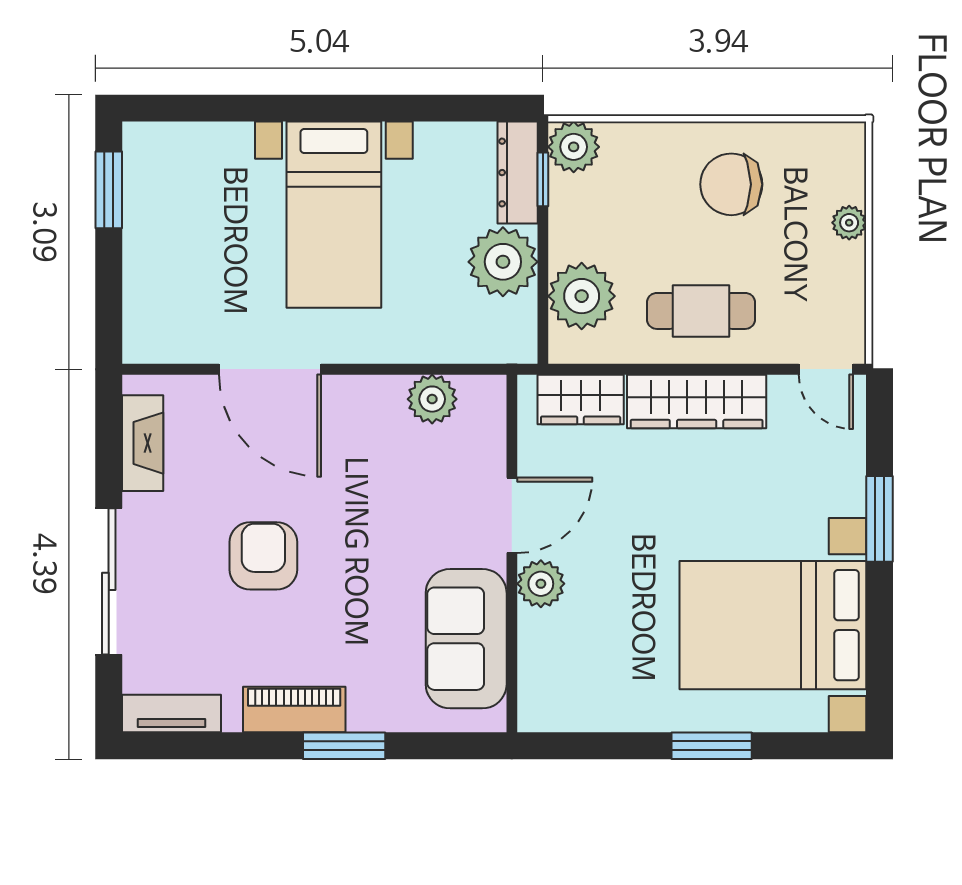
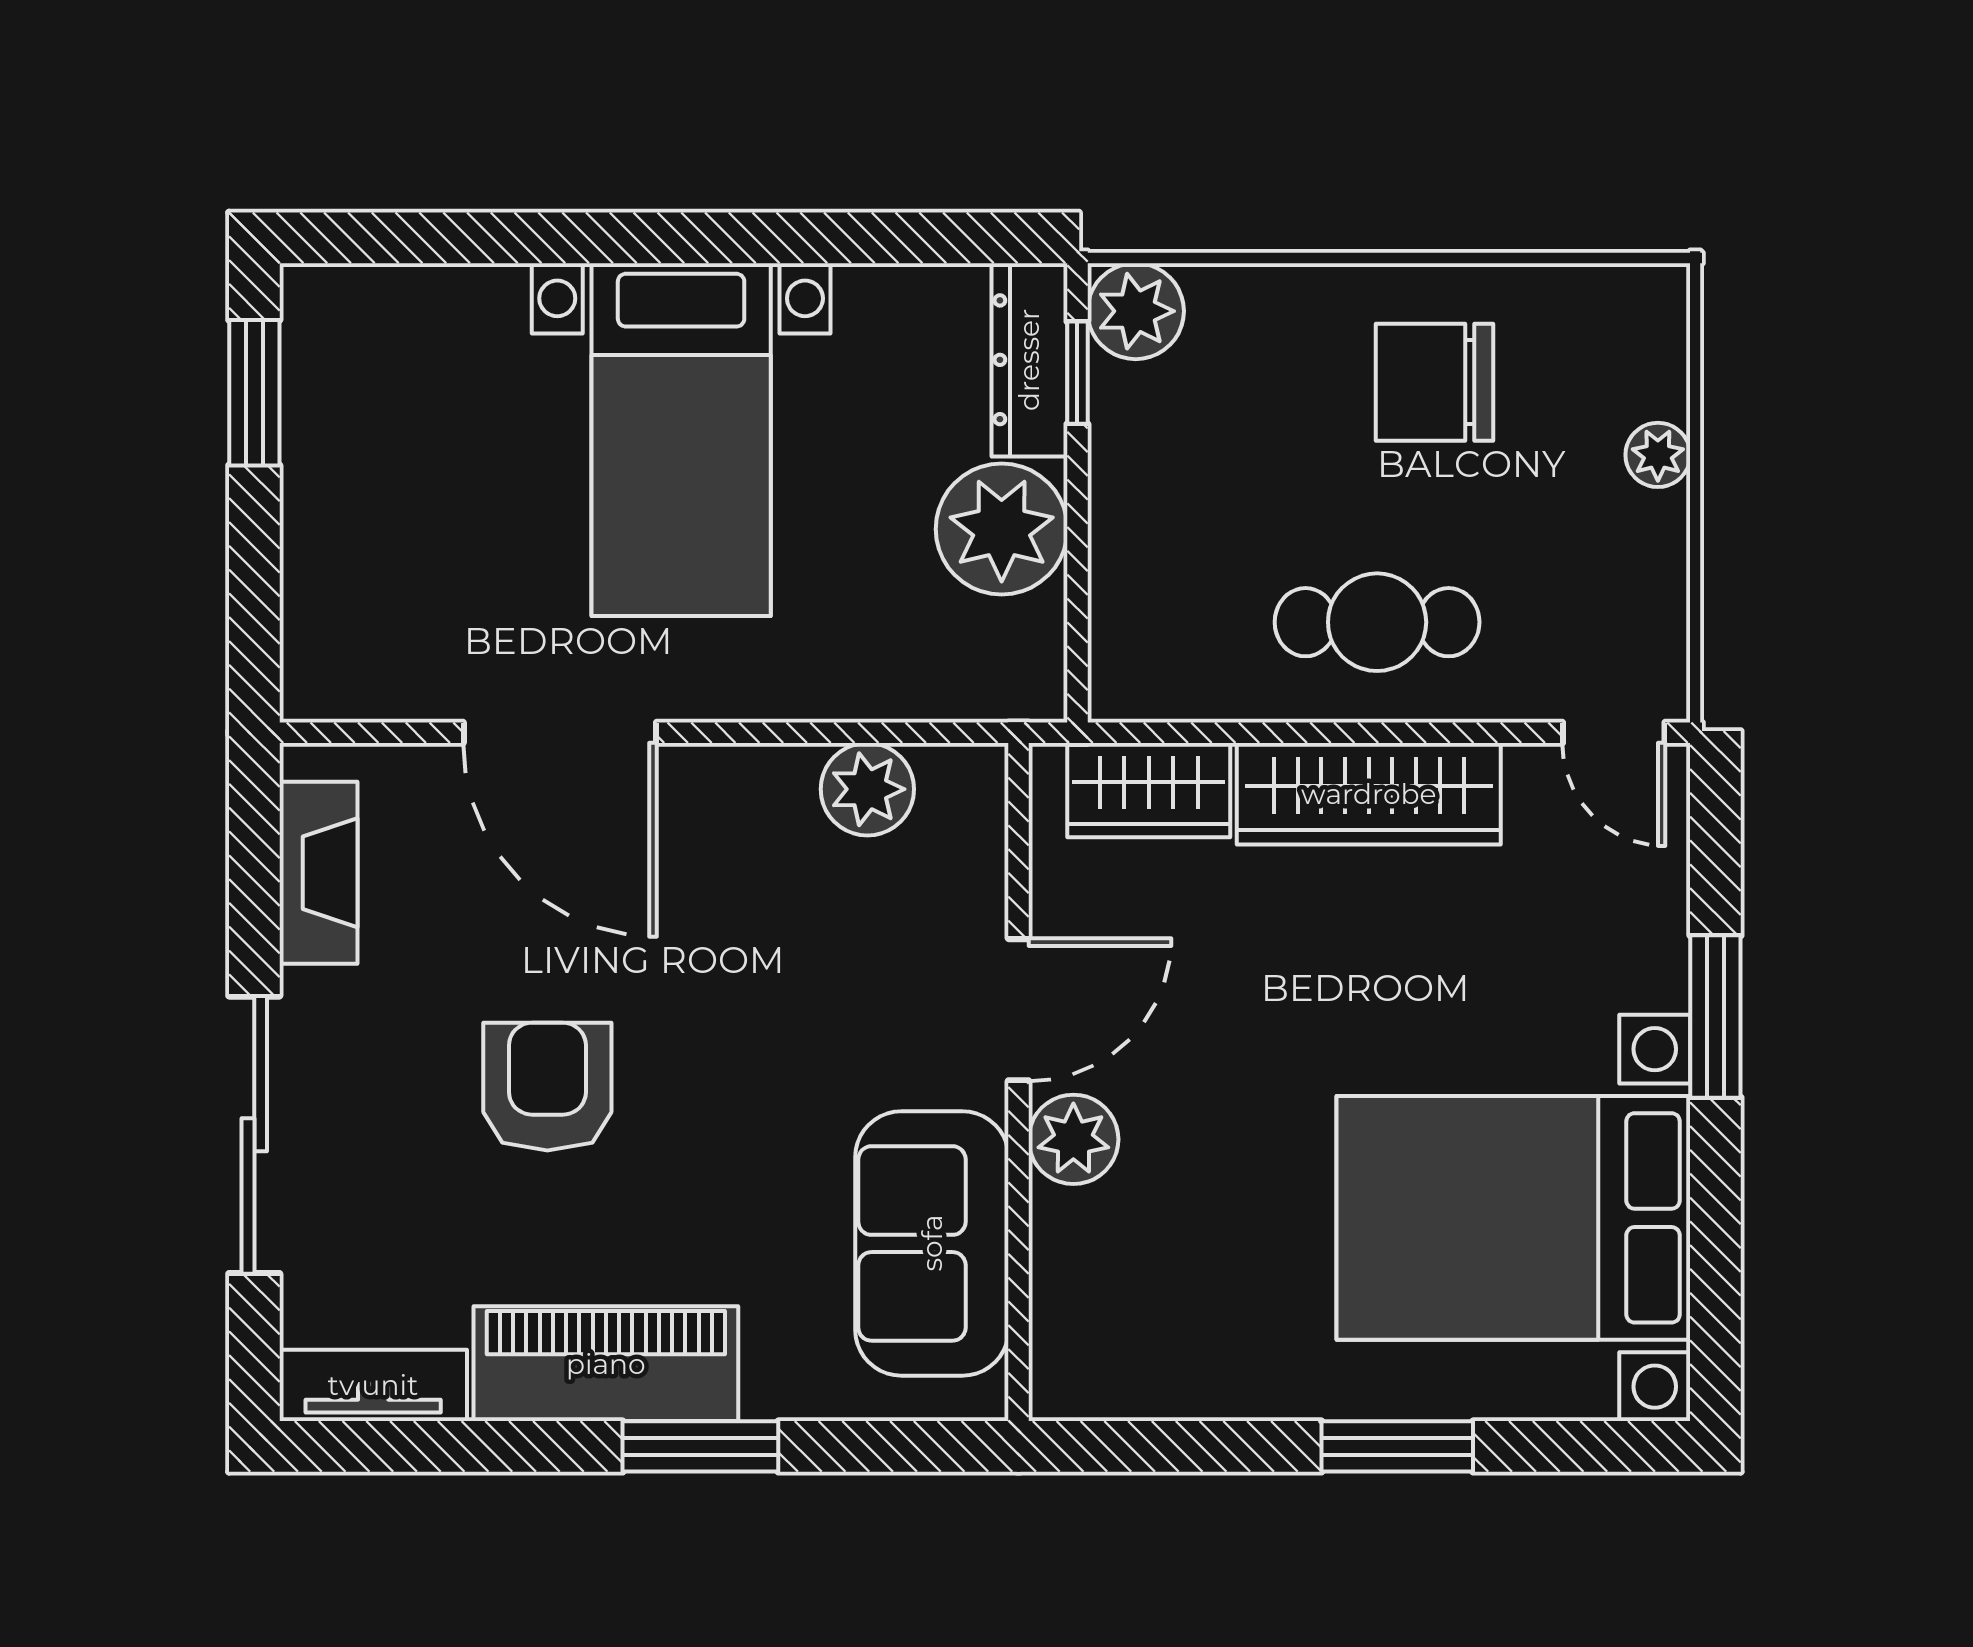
plant: (582, 296) -> (1151, 594), removed
piano: (294, 710) -> (606, 1364), width x1.37, depth x1.33

